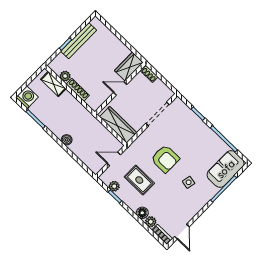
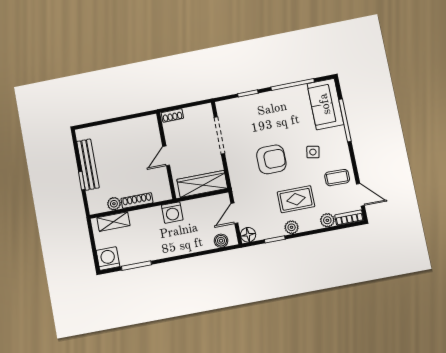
wardrobe: (129, 66) -> (150, 131), removed
washing machine: (86, 118) -> (172, 213), added
boiler: (67, 140) -> (221, 241), moved
rug: (139, 180) -> (296, 199), moved
plant: (114, 186) -> (292, 227), moved
coffee table: (183, 209) -> (337, 178), added
floor lamp: (142, 213) -> (248, 235), moved

